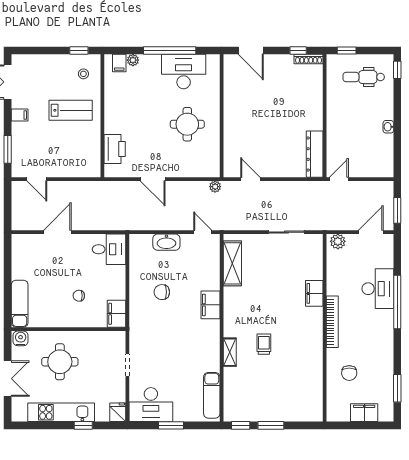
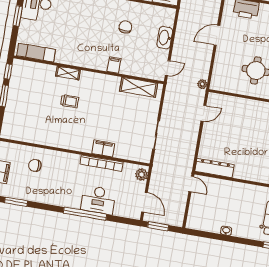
filing cabinet: (210, 305) -> (114, 65), width x0.50
bookcase: (332, 322) -> (102, 163), moved

